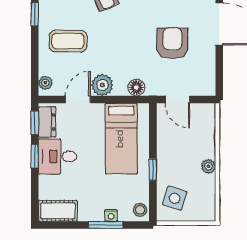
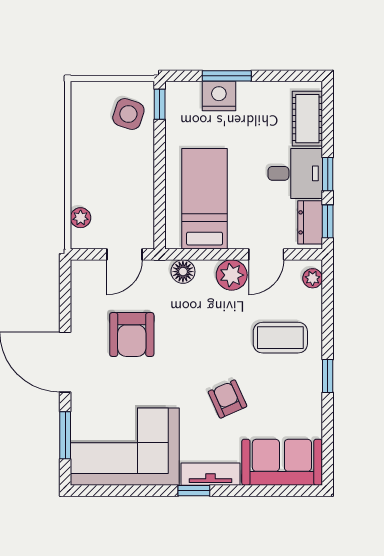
door: (177, 100) -> (125, 254), swing flipped
plant: (208, 166) -> (81, 218), moved
window: (153, 169) -> (160, 104), moved
stool: (140, 210) -> (178, 97), removed
cot: (58, 211) -> (307, 119), moved, turned 90
nightstand: (111, 215) -> (219, 96), width x1.89, depth x1.79

